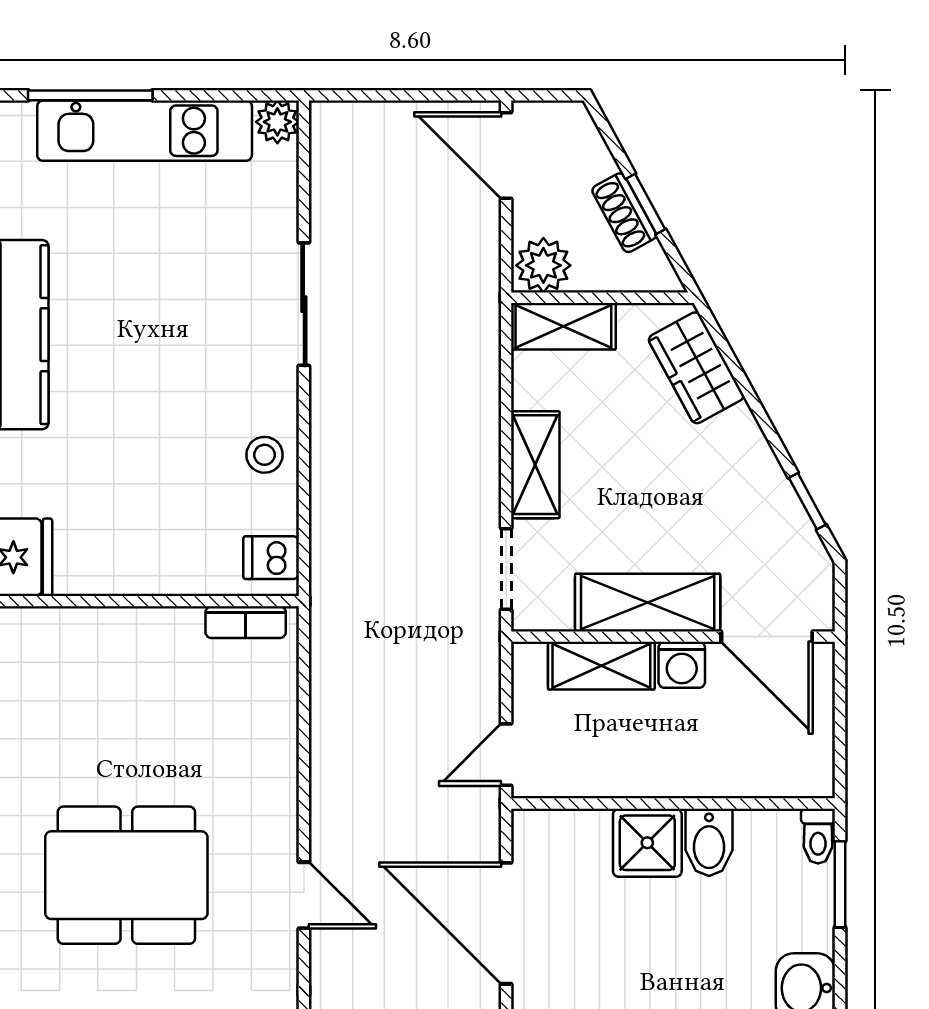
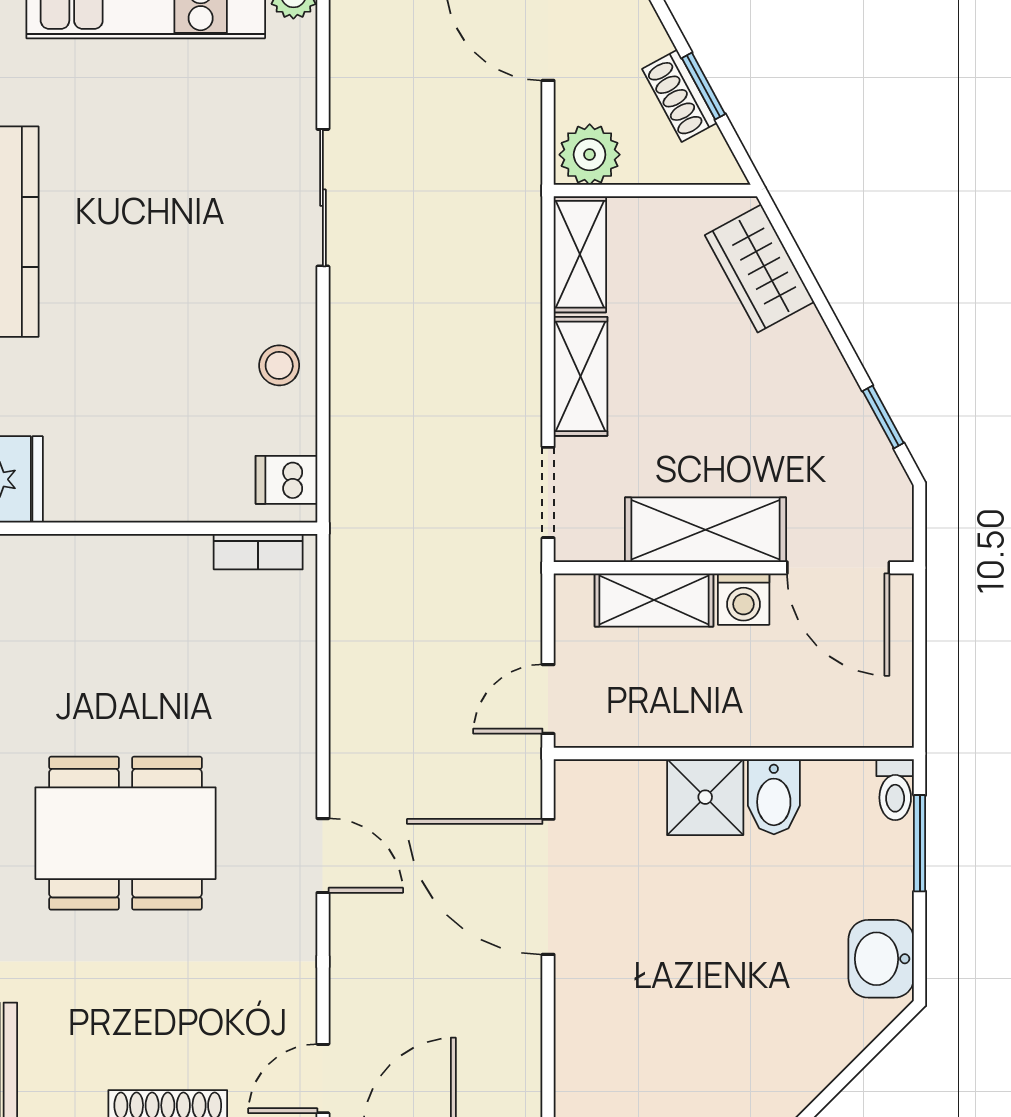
shelving: (563, 326) -> (580, 254), moved, turned 90

